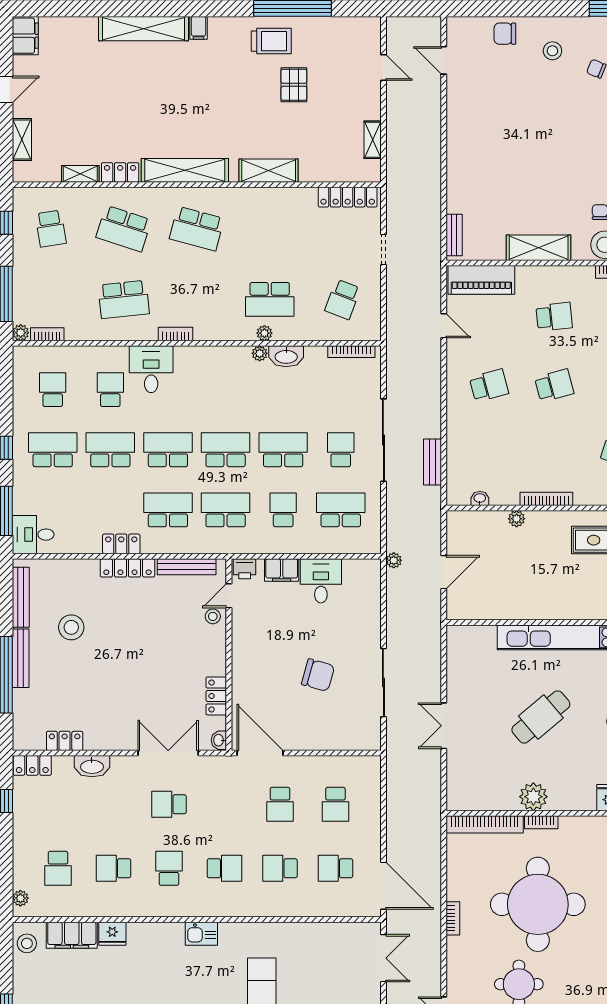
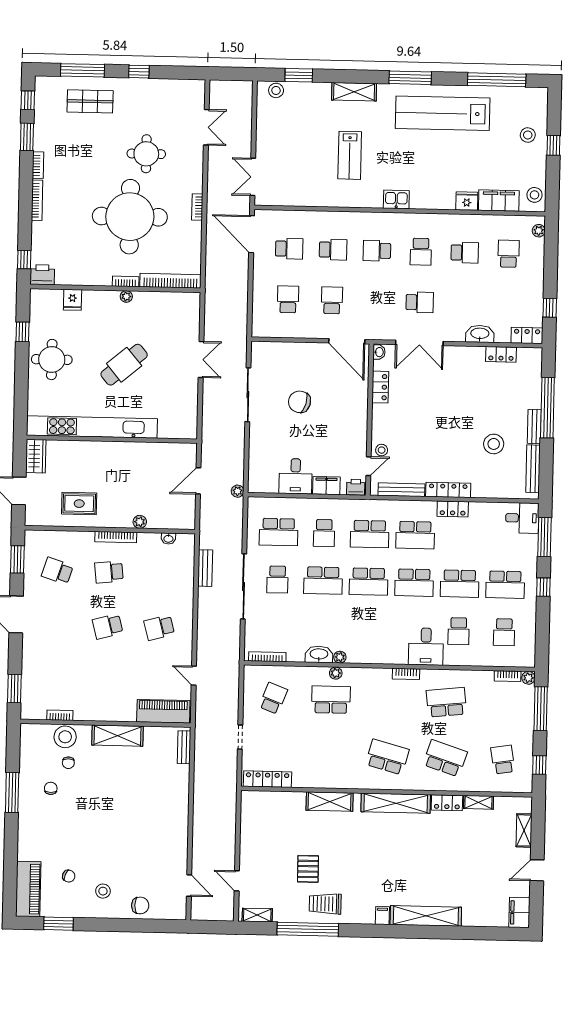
shelving: (373, 140) -> (257, 915), moved, turned 90
school desk: (554, 317) -> (109, 572), moved
bench: (21, 658) -> (534, 427), width x0.73
plant: (533, 797) -> (126, 296), width x0.53, depth x0.53

